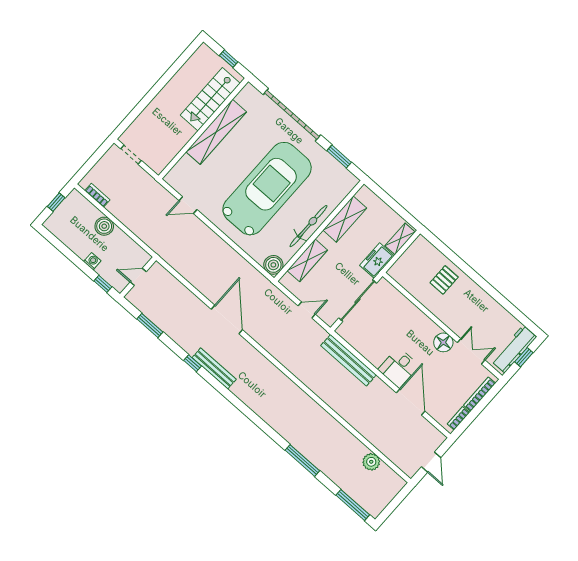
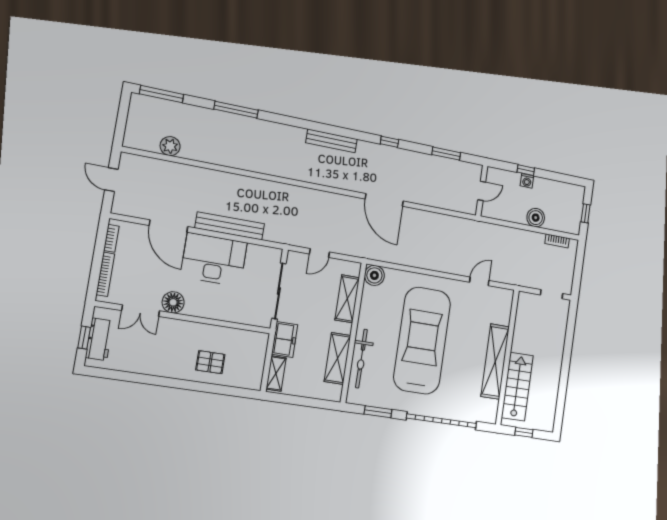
car: (267, 189) -> (422, 341), turned 180
bicycle: (308, 226) -> (361, 359), moved
pallet: (444, 280) -> (210, 362), turned 90
window: (103, 284) -> (526, 170), moved
workbench: (514, 349) -> (99, 339), width x0.73
bench: (349, 360) -> (230, 226), moved
bench: (214, 368) -> (332, 141), moved
desk: (399, 368) -> (214, 260), width x1.87, depth x1.30

